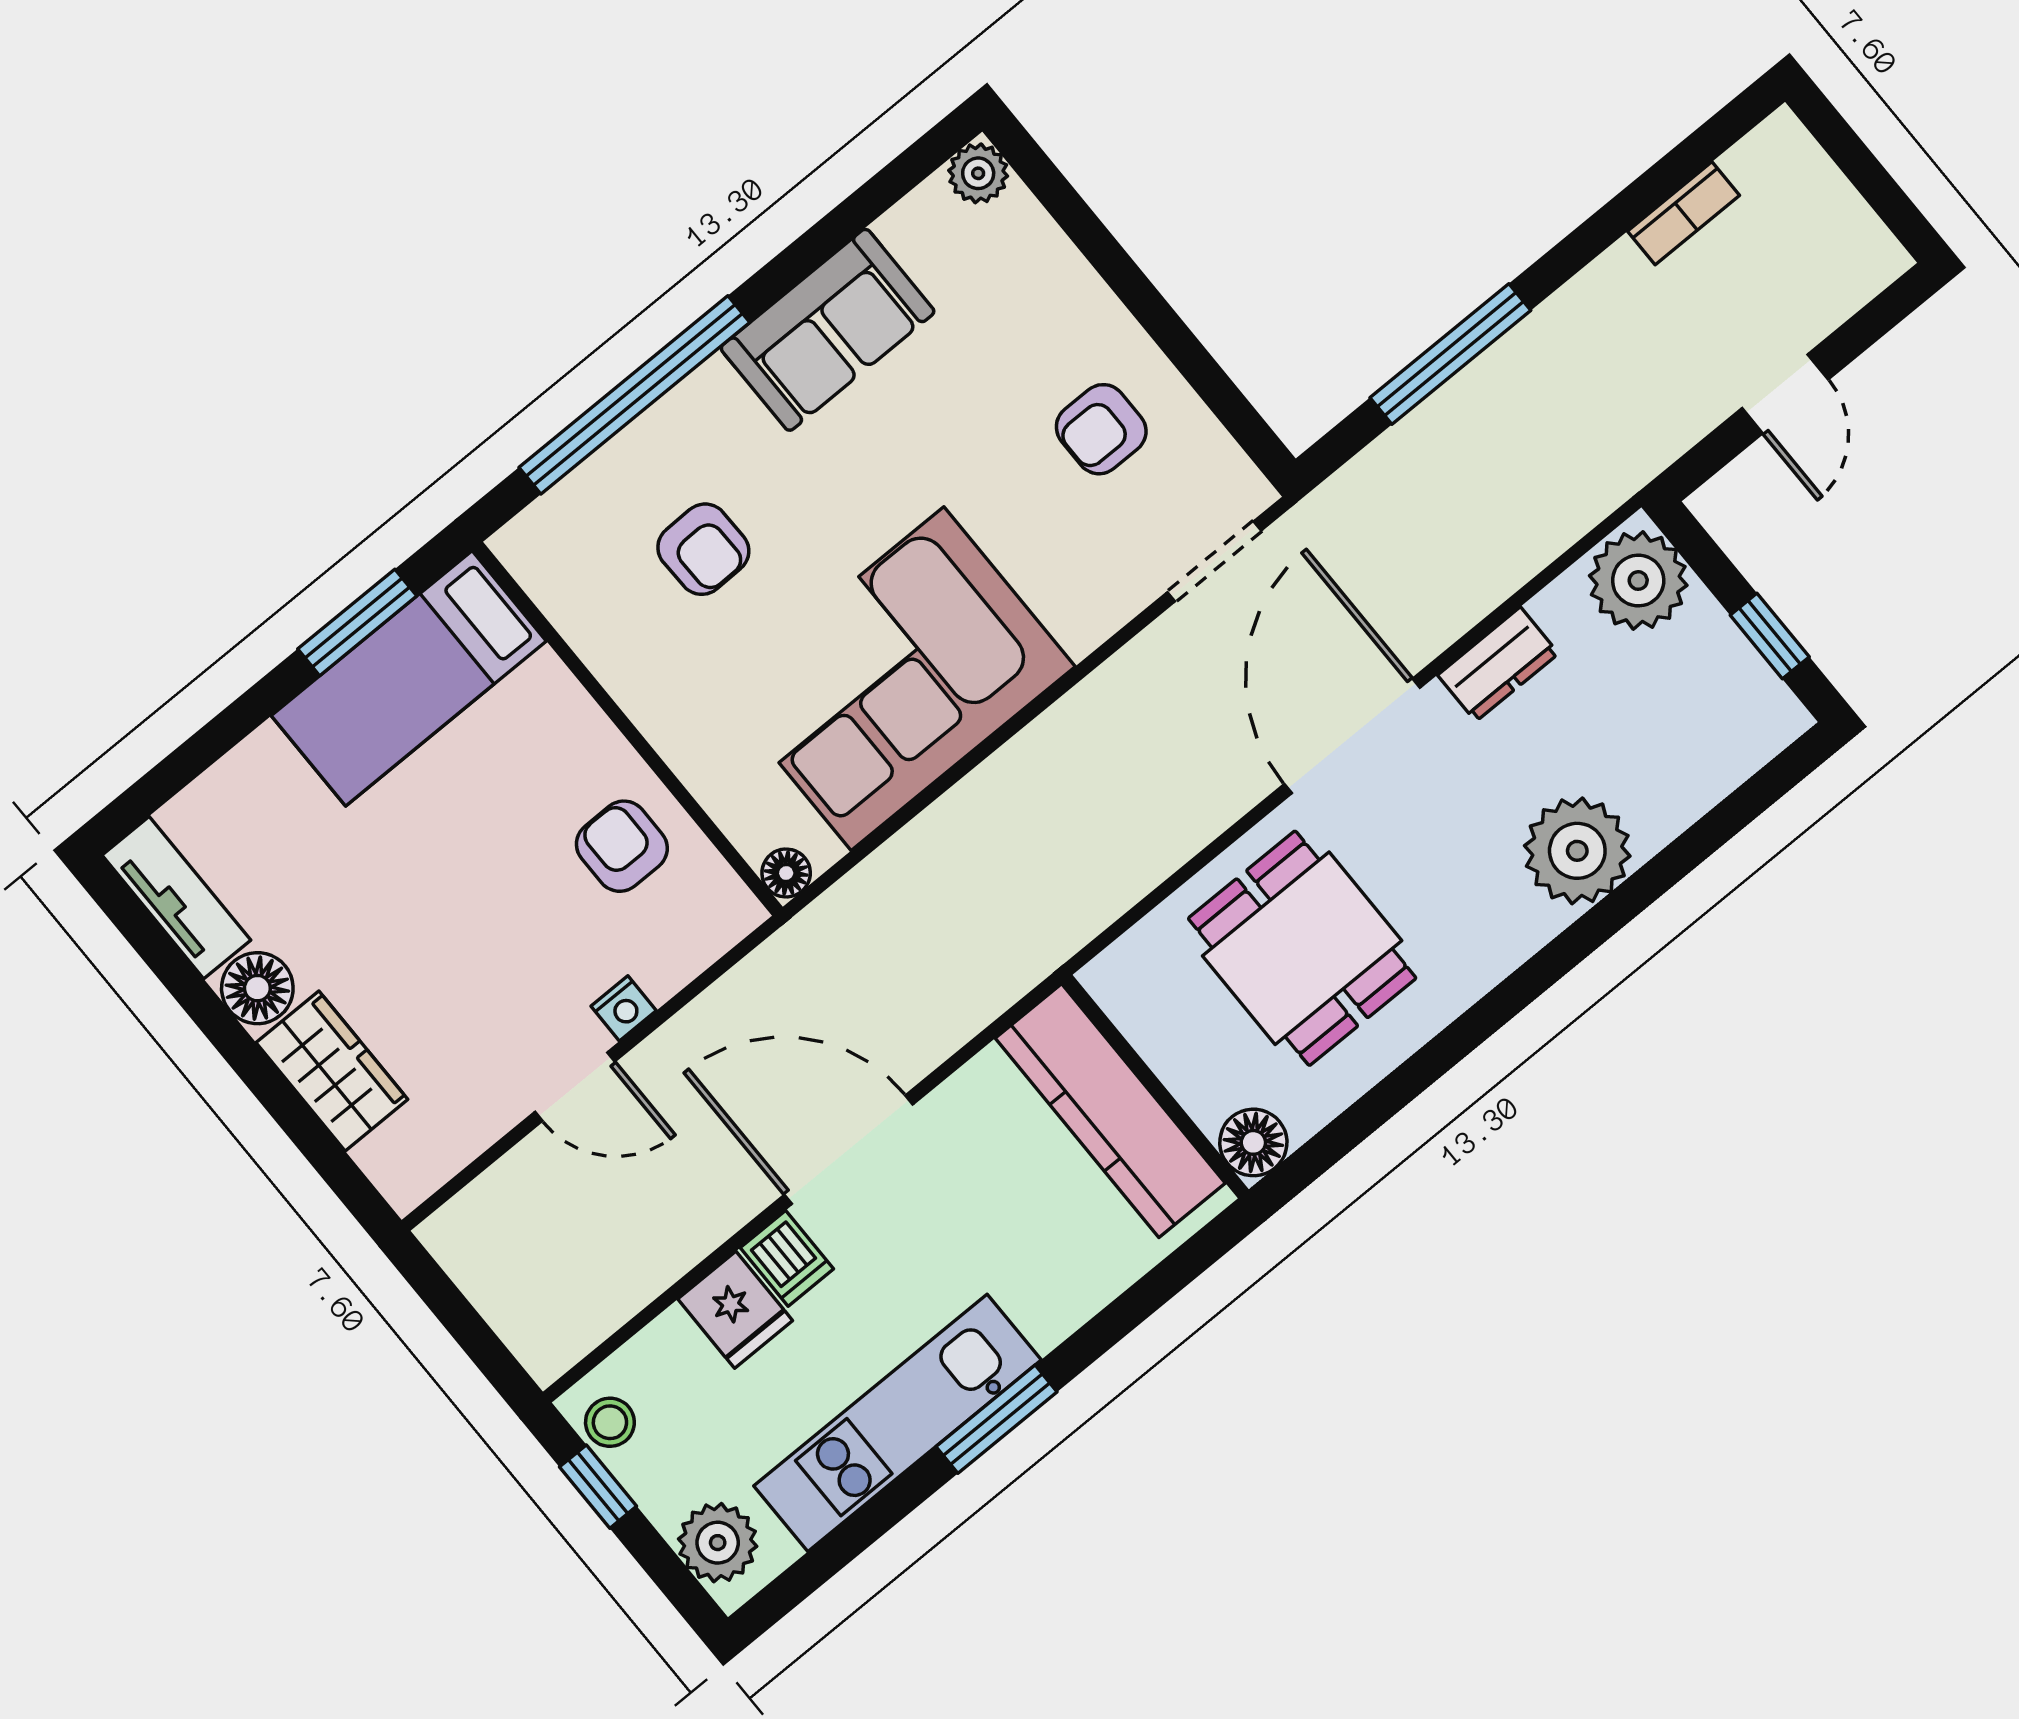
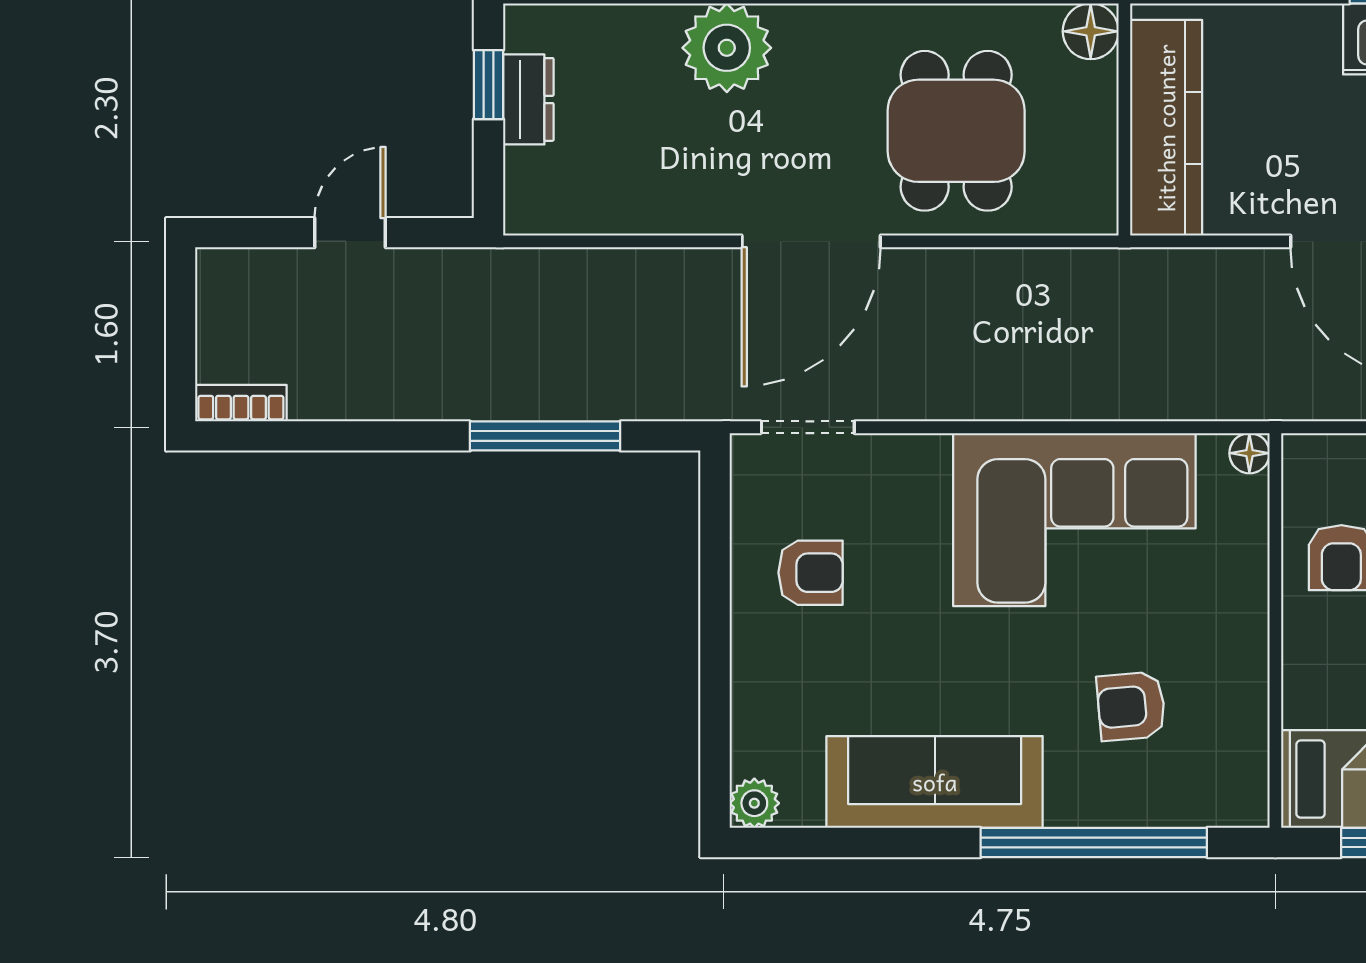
bookcase: (1684, 213) -> (241, 403), moved
sofa: (828, 330) -> (935, 782), width x1.36
armchair: (703, 549) -> (1131, 706), turned -94
plant: (1638, 581) -> (544, 190), removed
dresser: (1498, 664) -> (528, 99), moved, turned 90

